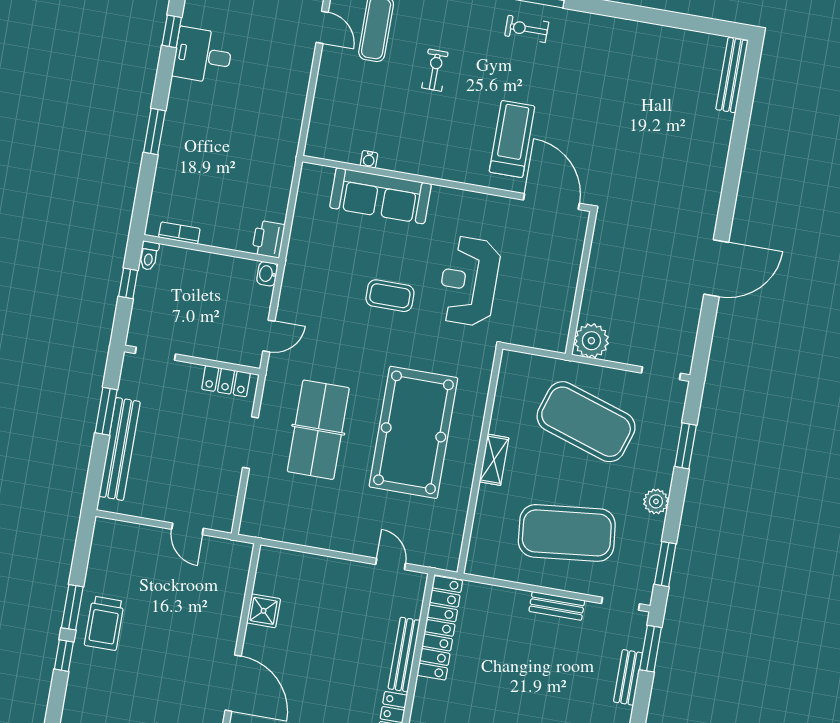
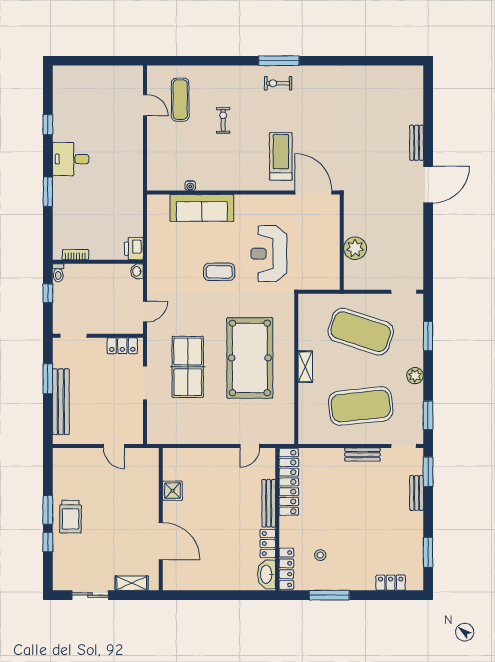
desk: (203, 55) -> (71, 159), moved
bench: (732, 75) -> (417, 143), moved, width x0.73
door: (716, 268) -> (428, 185), moved
plant: (591, 341) -> (355, 248), moved
door: (391, 564) -> (250, 446), swing flipped

